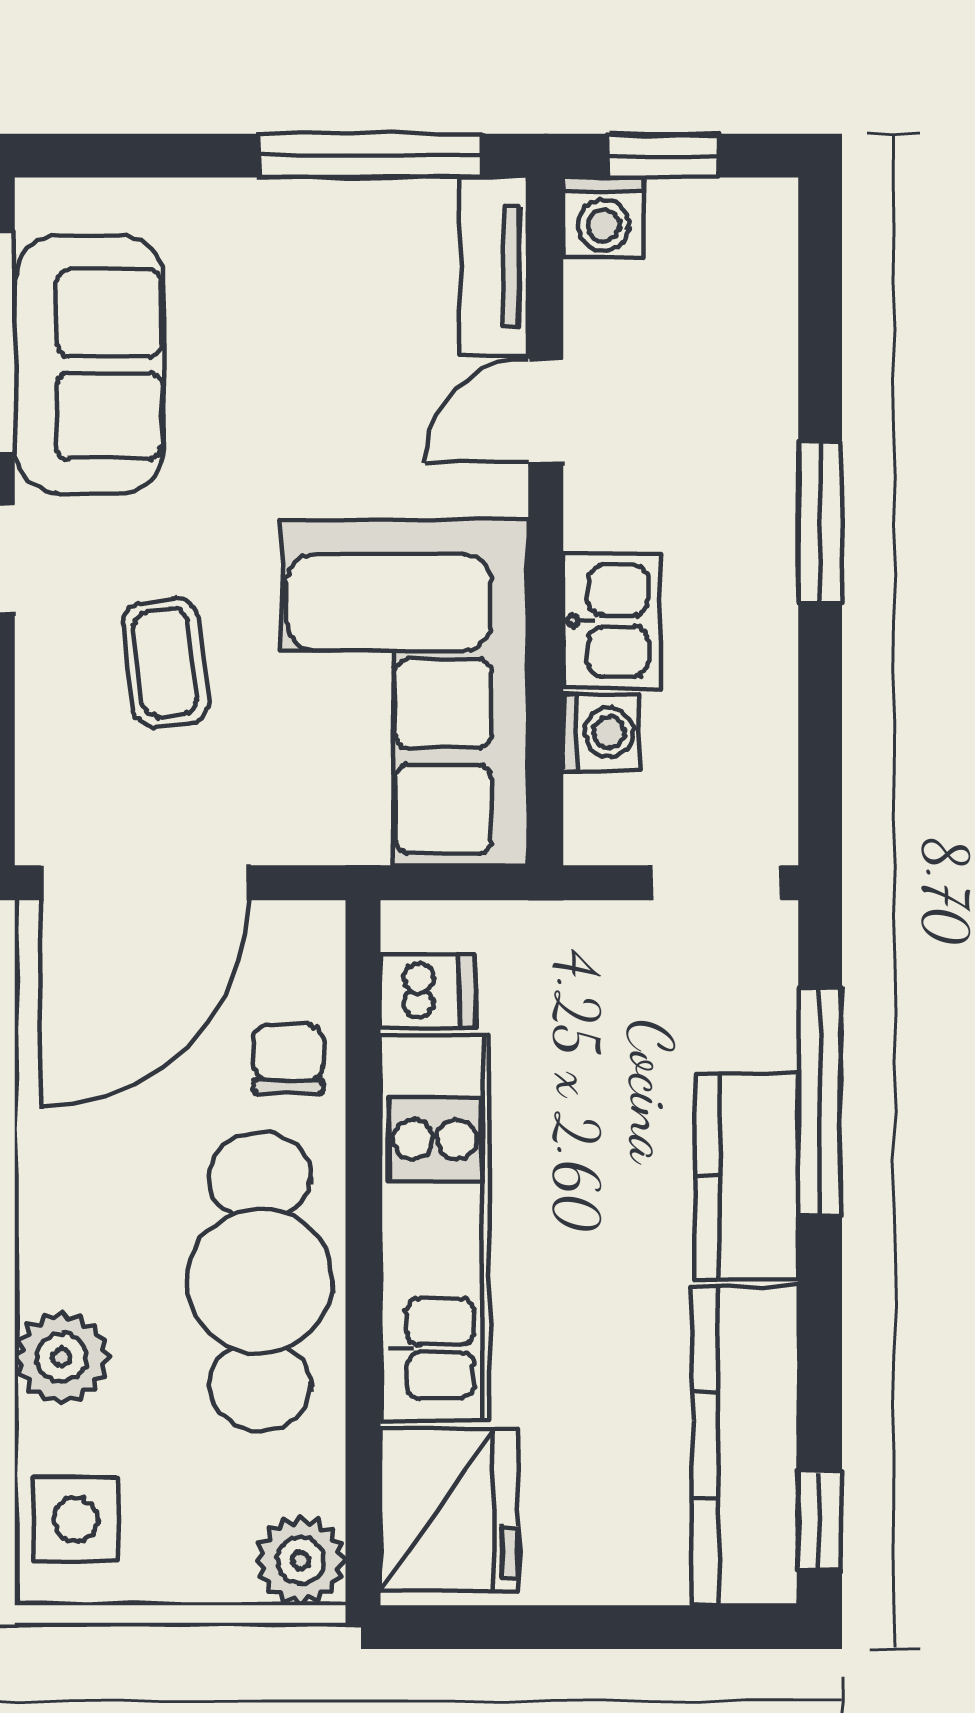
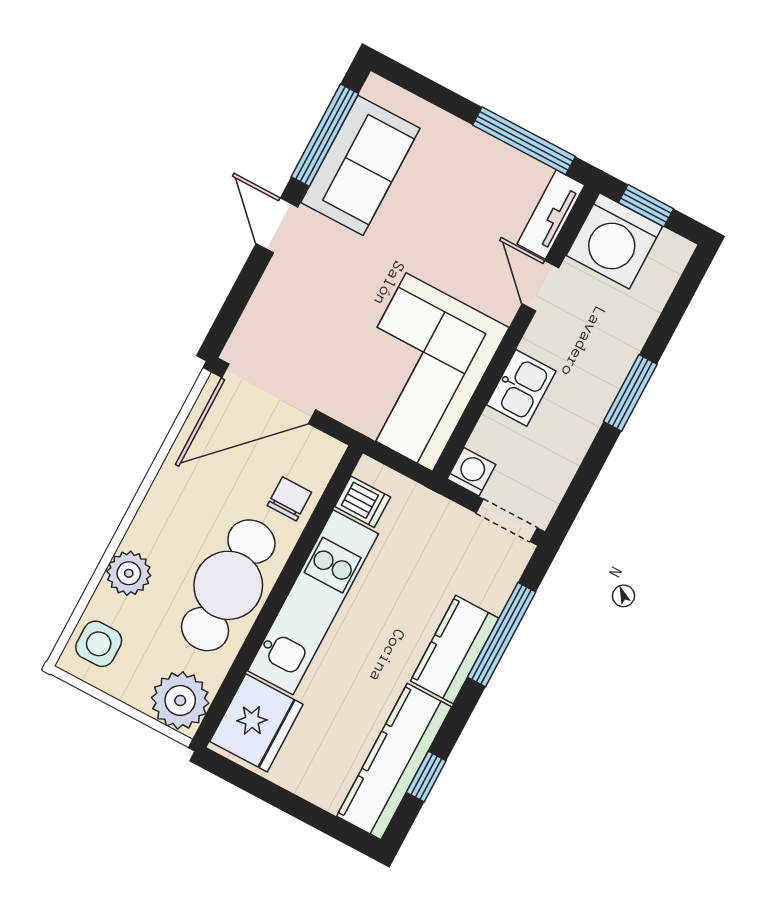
washing machine: (604, 218) -> (614, 241), width x1.89, depth x1.89
door: (546, 411) -> (540, 286), hinge flipped
coffee table: (165, 663) -> (326, 307), removed
washing machine: (601, 732) -> (471, 472), moved, turned -90
window: (820, 1521) -> (426, 777), moved
plant: (301, 1560) -> (180, 700), width x1.36, depth x1.36

